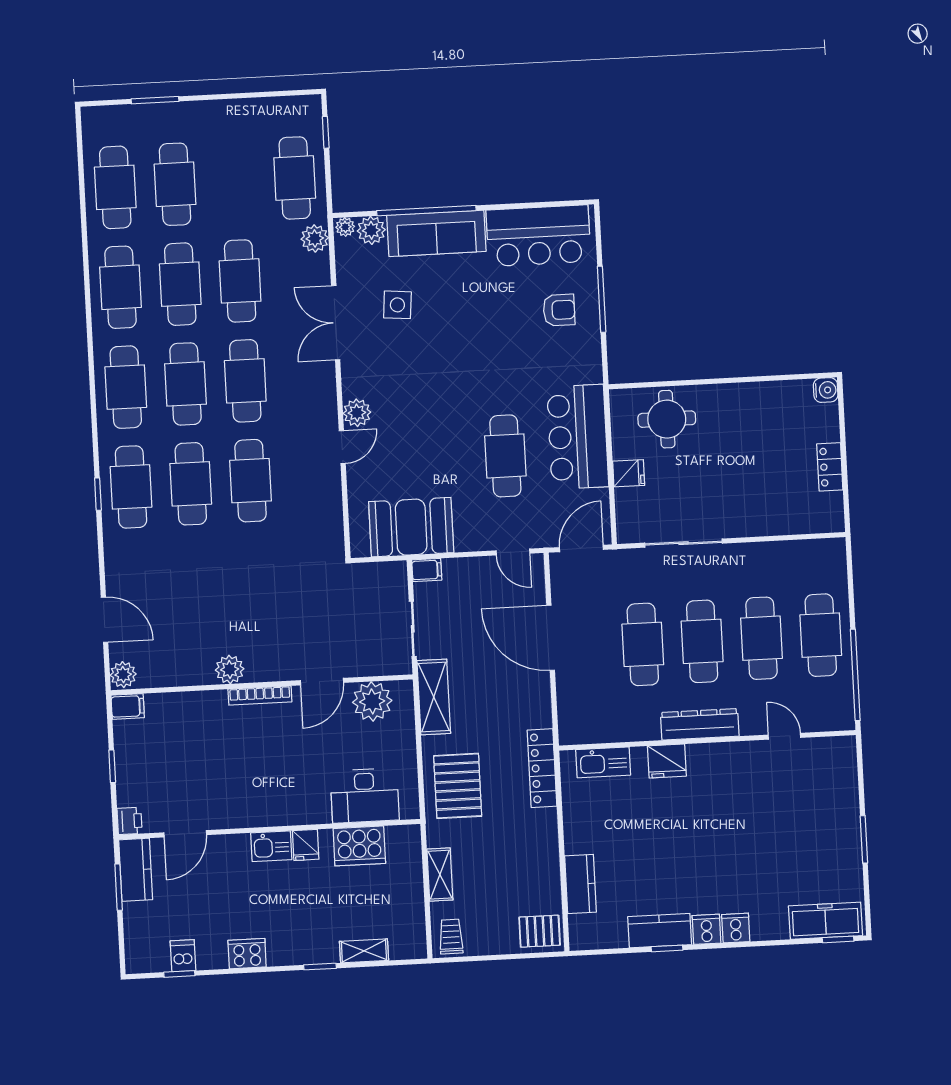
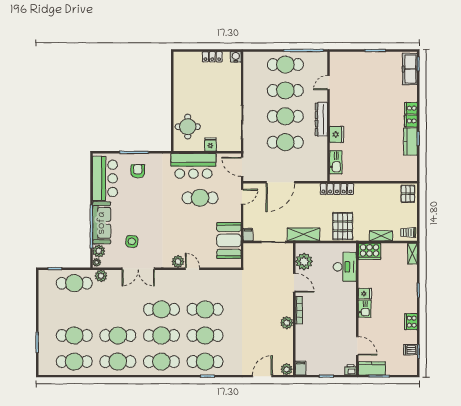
cafe table: (240, 281) -> (118, 309), removed
water cooler: (826, 390) -> (236, 57), moved
pallet: (458, 786) -> (343, 226), turned 90
cooker: (359, 846) -> (370, 251), moved, turned 90
kitchen counter: (580, 884) -> (388, 175), removed
shelving: (364, 951) -> (412, 254), moved

